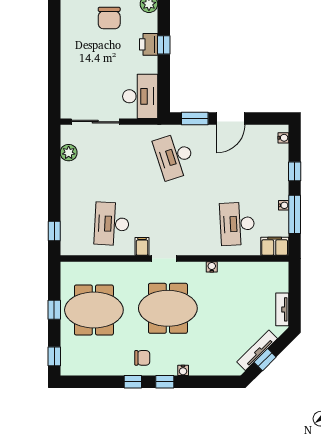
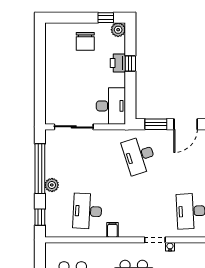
plant: (69, 153) -> (52, 185), moved
window: (54, 172) -> (40, 169), added
doorway: (164, 259) -> (155, 240), moved

